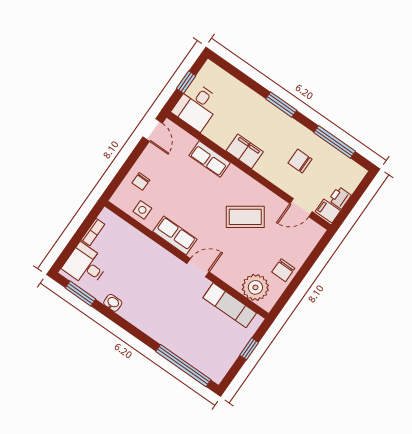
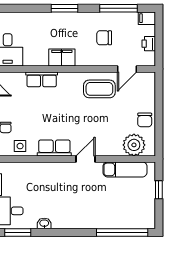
filing cabinet: (328, 211) -> (147, 18), moved
coffee table: (245, 217) -> (99, 89), moved, turned 35

